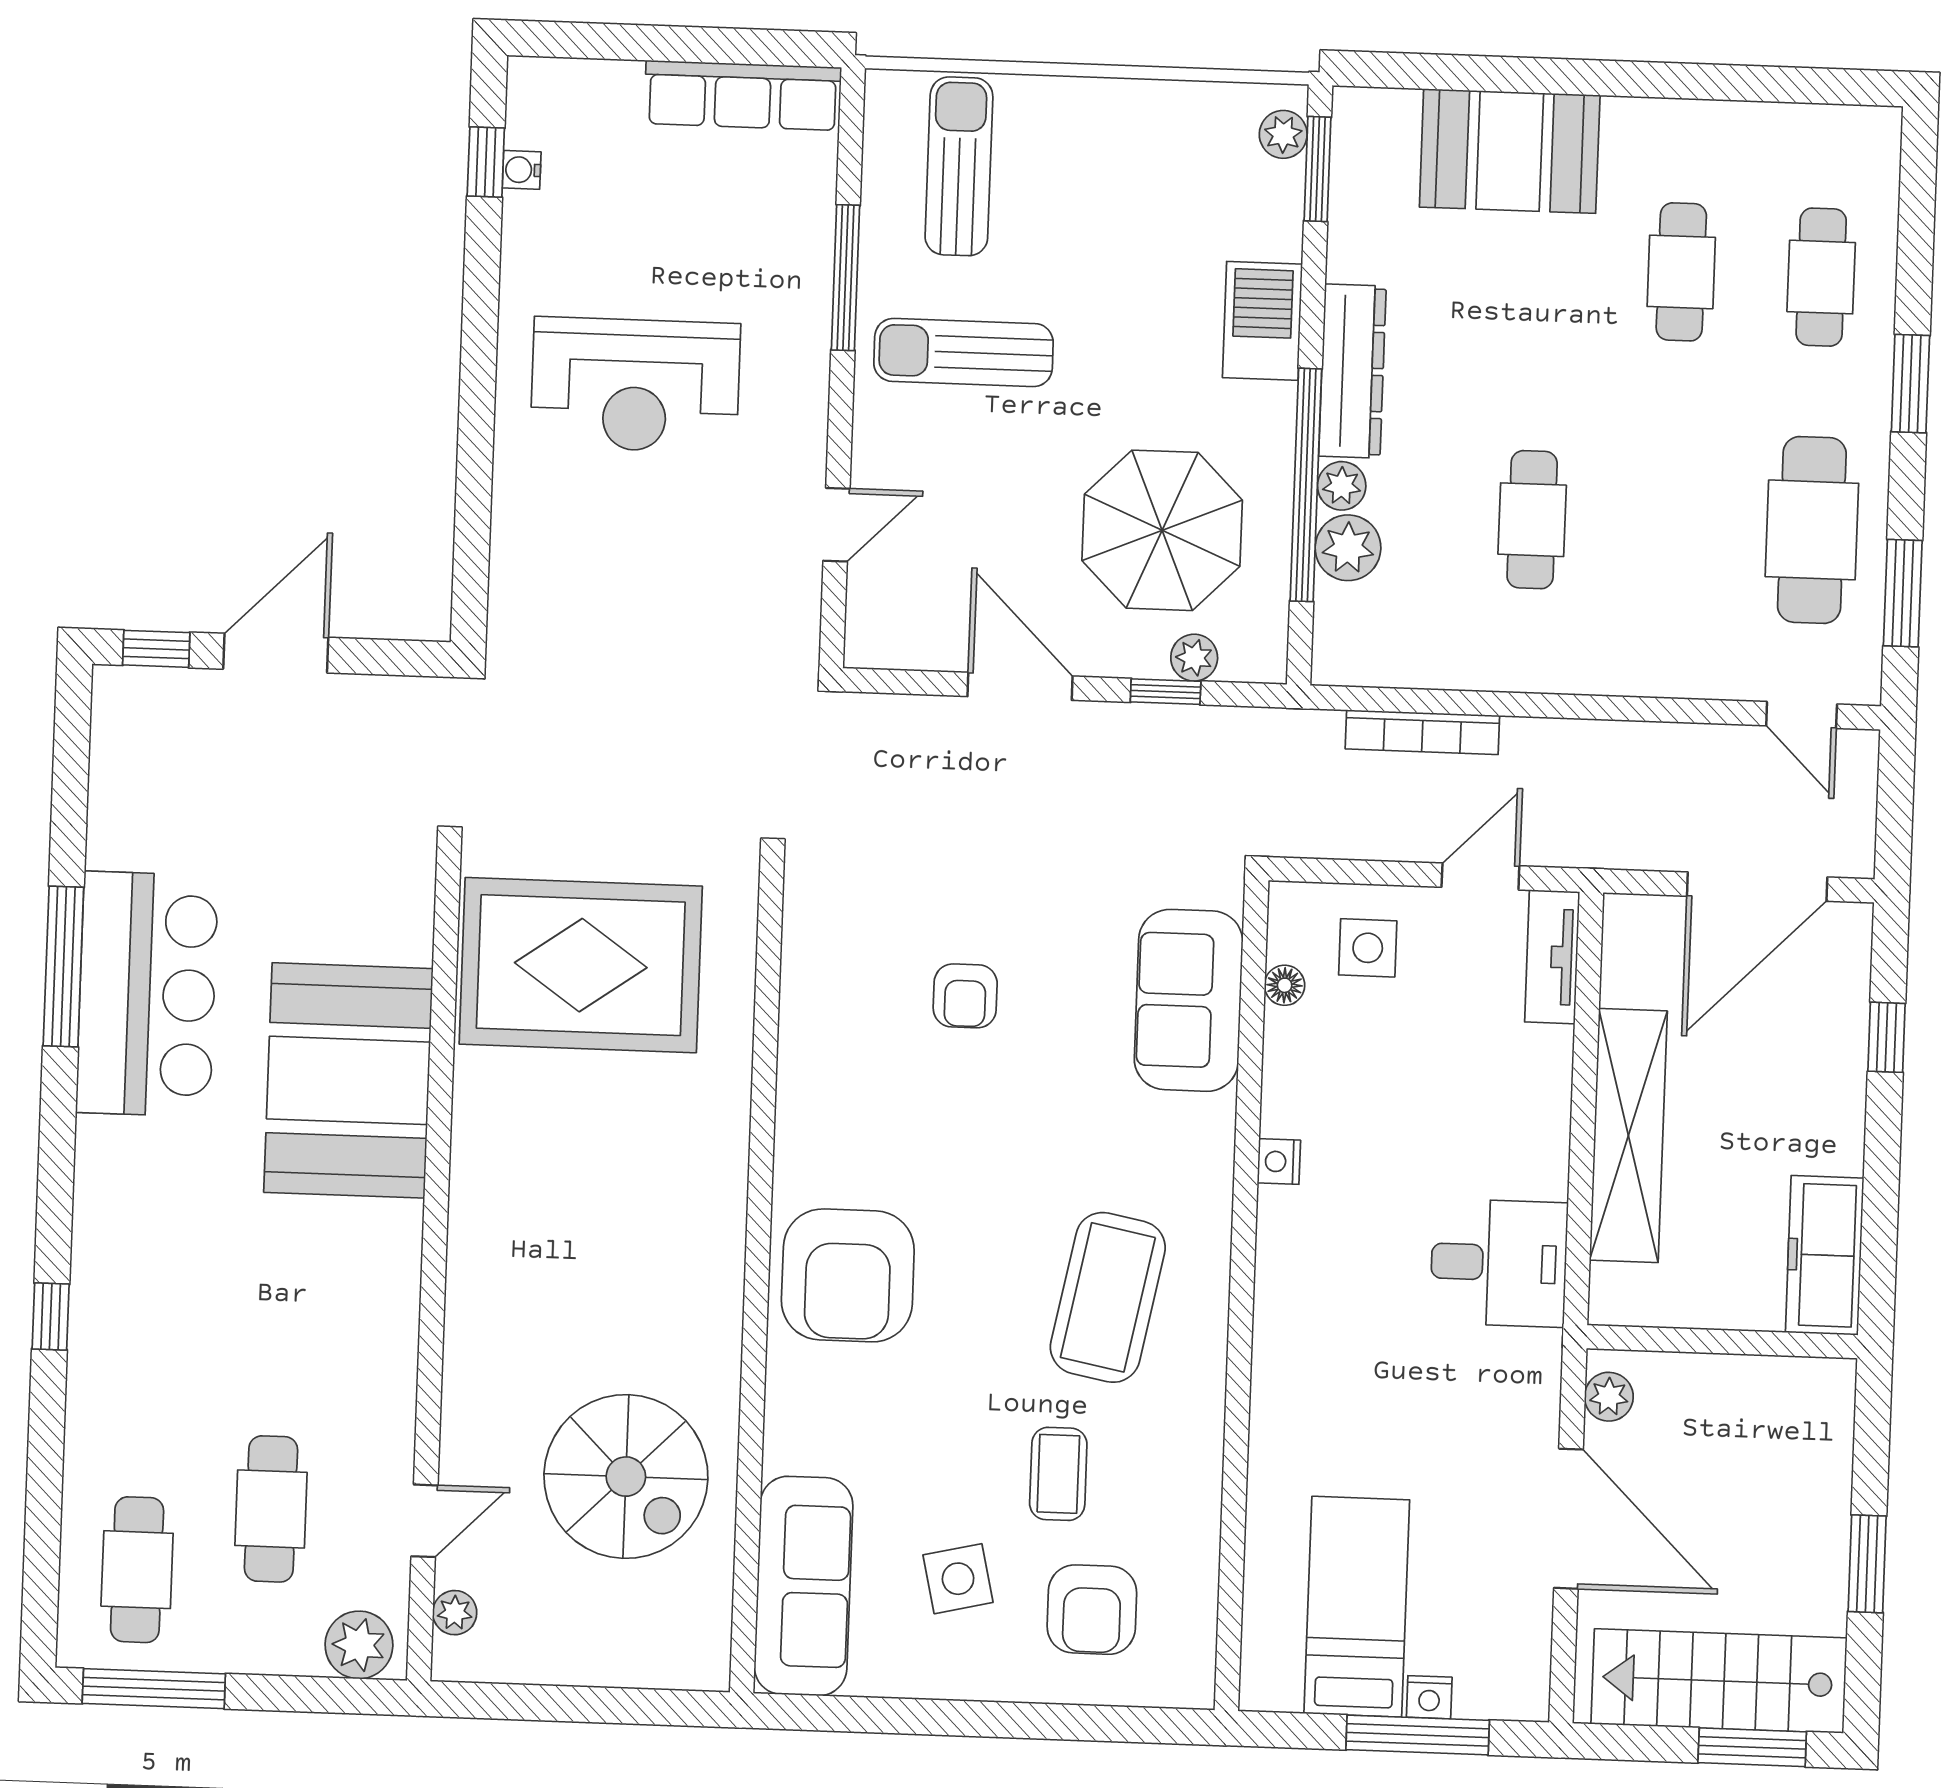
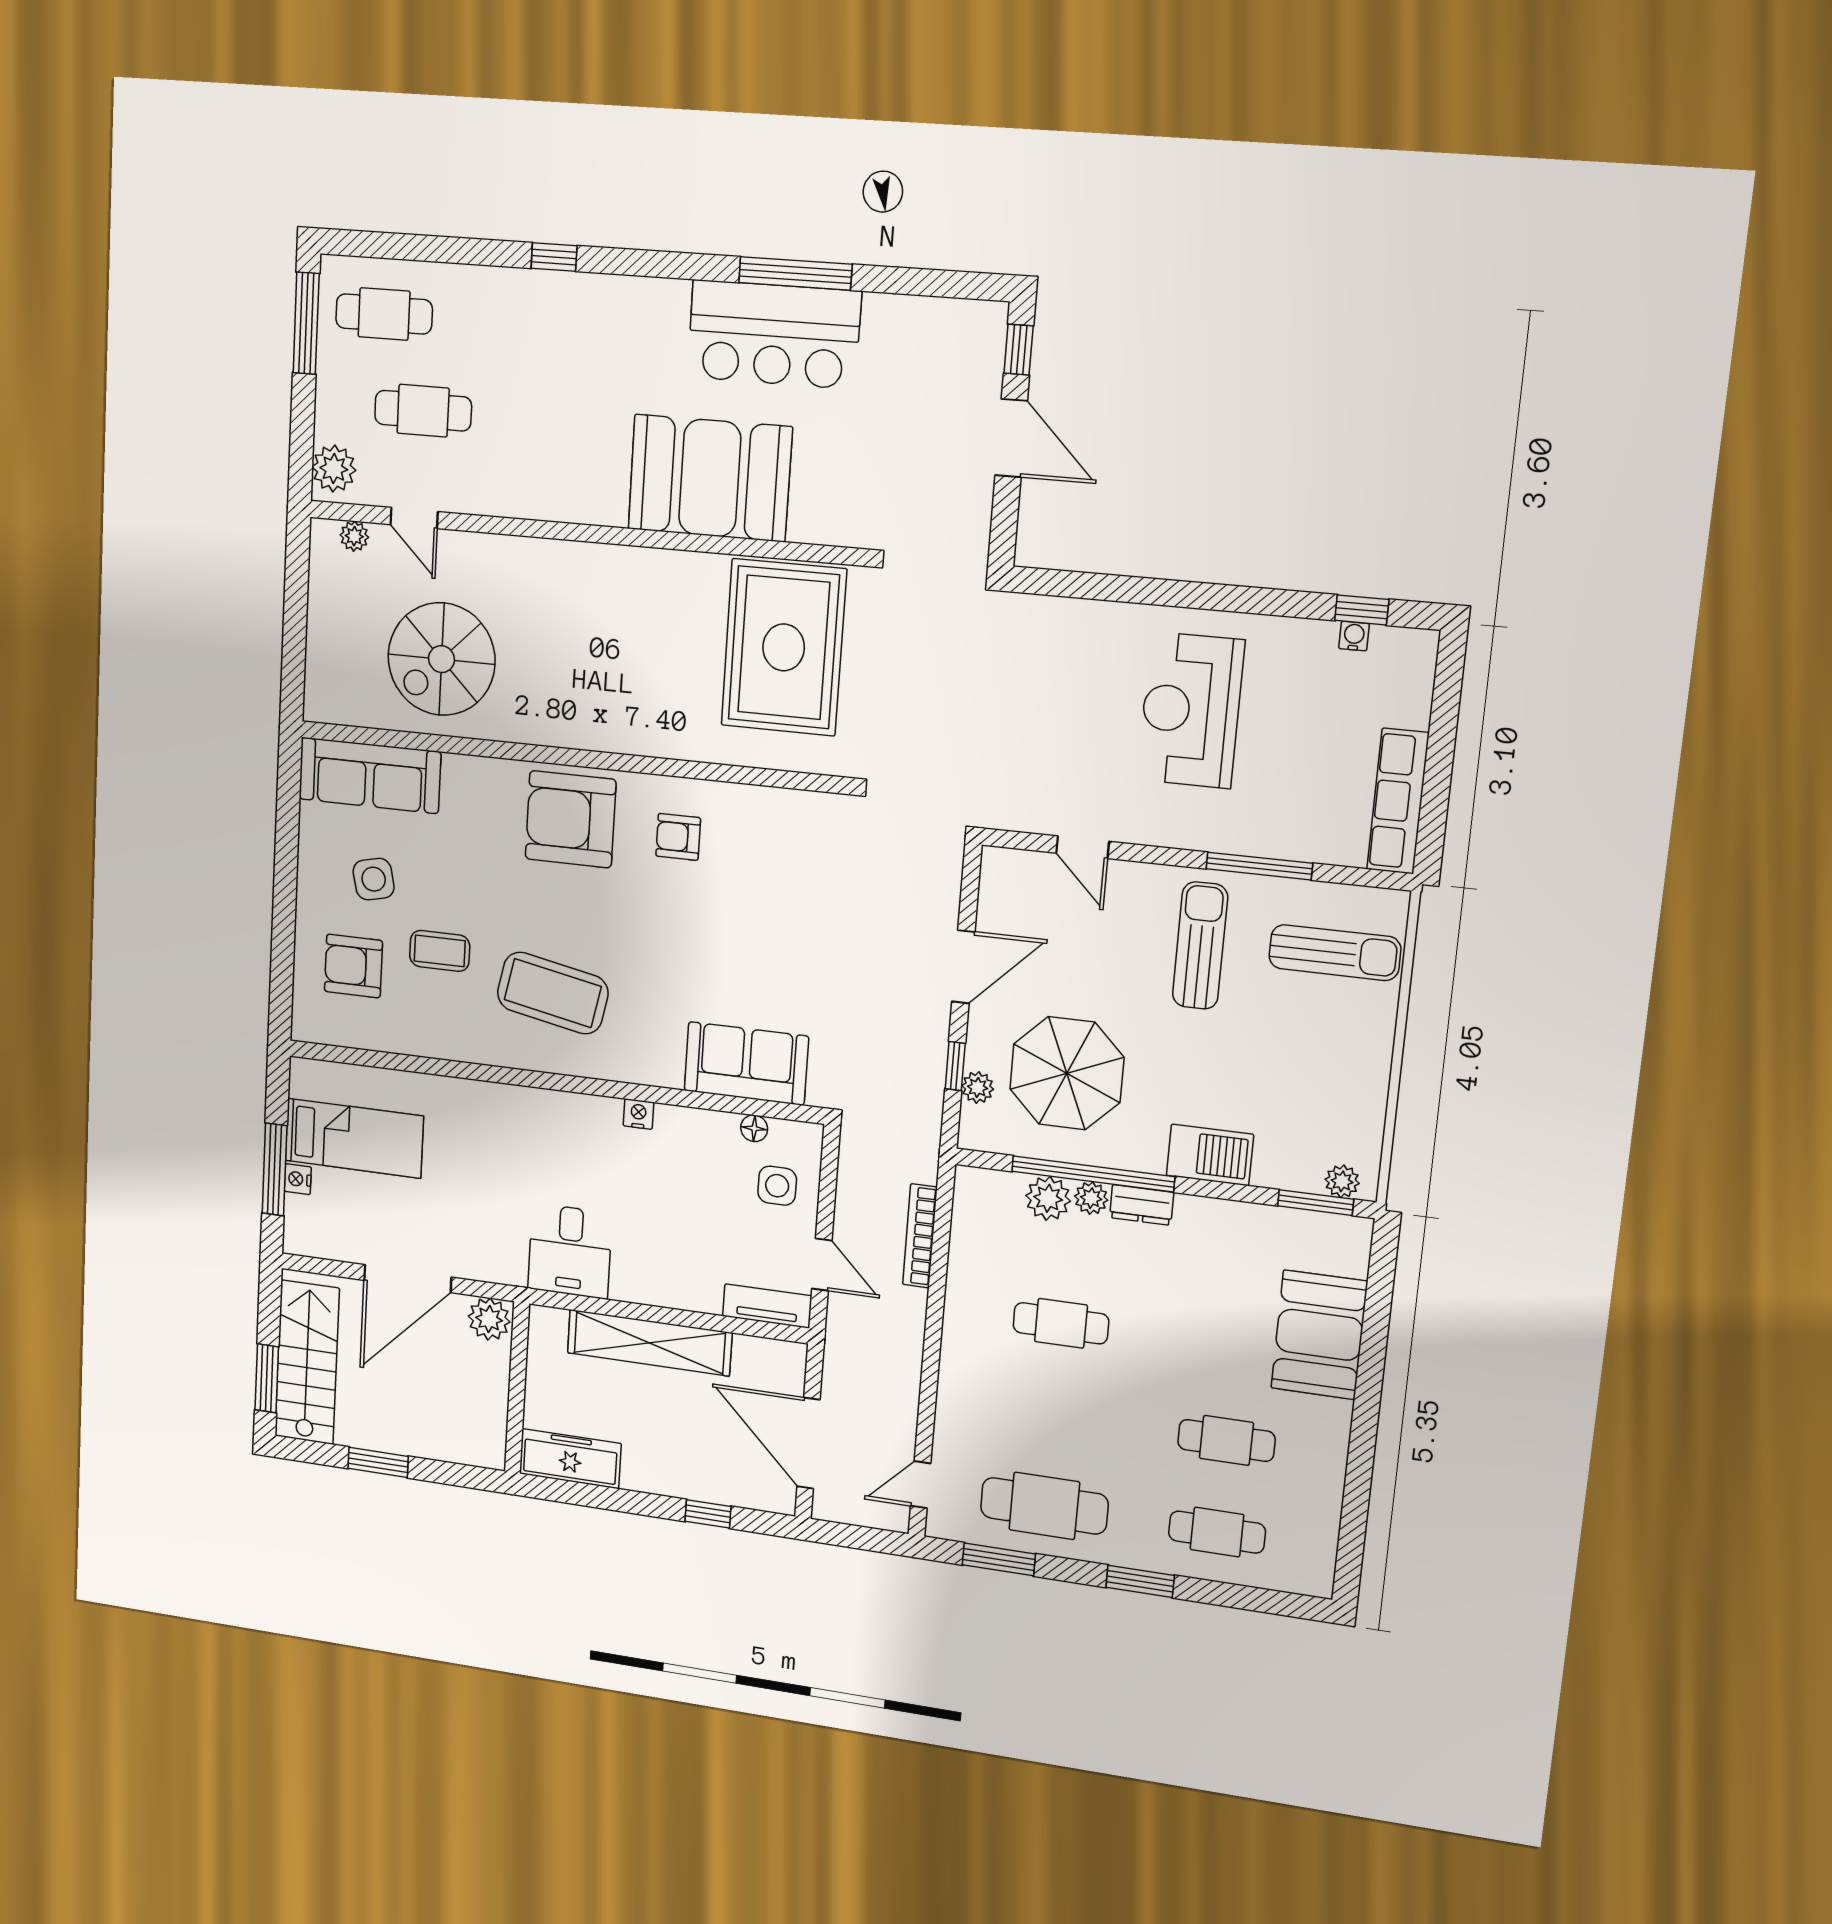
dresser: (1352, 371) -> (1142, 1205), width x0.51, depth x0.80
armchair: (965, 996) -> (678, 837), moved
plant: (1609, 1397) -> (489, 1319), width x1.38, depth x1.38

